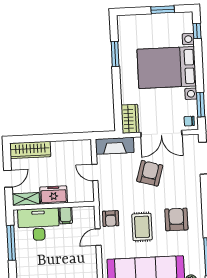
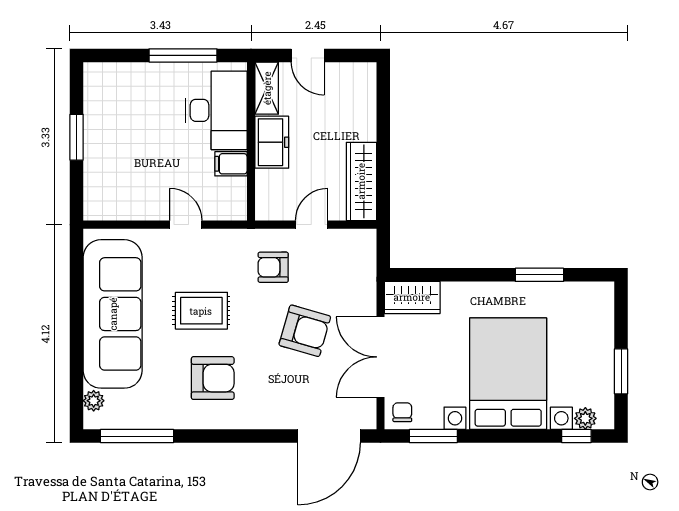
plant: (188, 27) -> (585, 418), added
fireplace: (115, 146) -> (361, 265), removed
wardrobe: (30, 150) -> (361, 181), moved
armchair: (111, 219) -> (273, 267), moved

